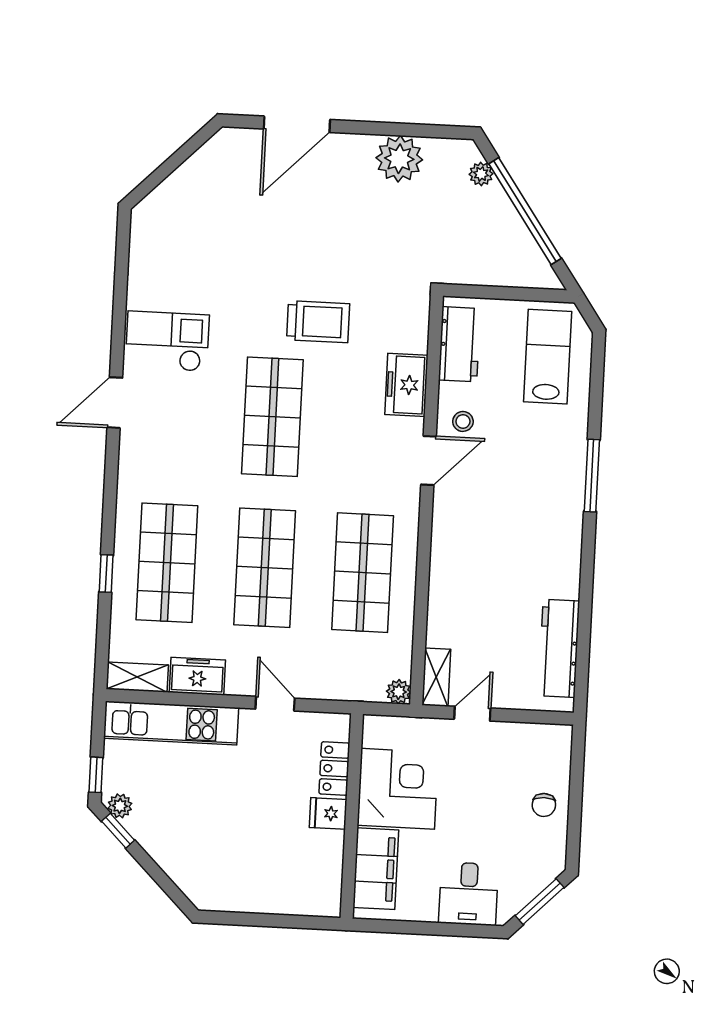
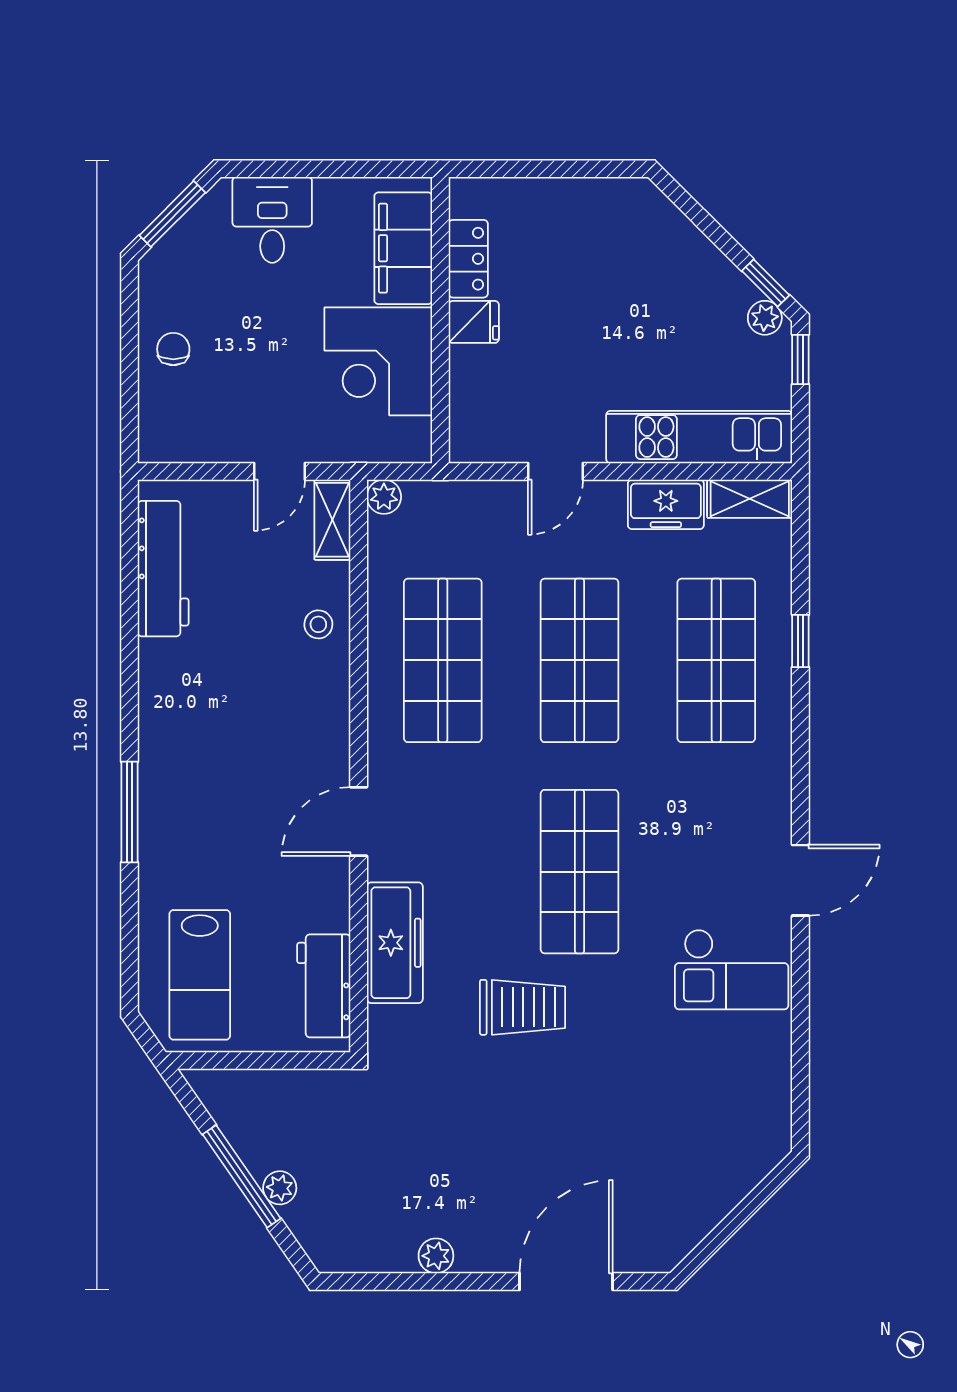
plant: (399, 159) -> (436, 1256), width x0.53, depth x0.53
plant: (481, 174) -> (280, 1188), moved
window: (525, 211) -> (242, 1176), width x0.68
trolley: (318, 322) -> (522, 1007), turned 180
freezer: (406, 385) -> (395, 943), width x1.40
stool: (463, 421) -> (318, 624), moved
door: (275, 704) -> (556, 471), hinge flipped
locker: (334, 769) -> (468, 259), moved

